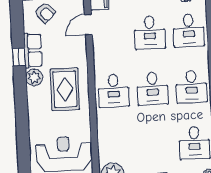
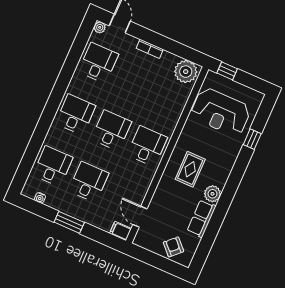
door: (88, 25) -> (140, 217), swing flipped
window: (19, 57) -> (252, 139), moved
rug: (65, 89) -> (190, 169), width x0.73, depth x0.70

